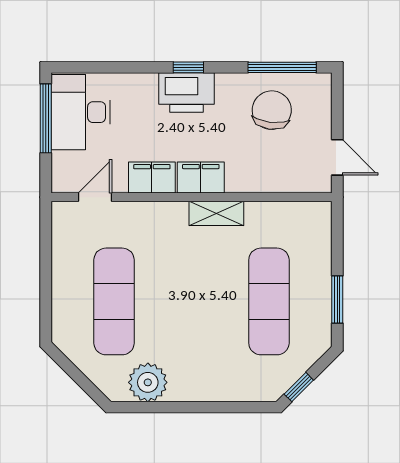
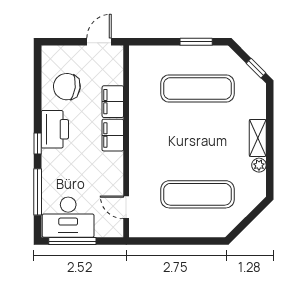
window: (282, 67) -> (38, 192), moved
printer: (186, 93) -> (55, 129), moved
filing cabinet: (152, 178) -> (113, 102), moved
shelving: (216, 213) -> (258, 138), moved
plant: (148, 382) -> (259, 165), width x0.53, depth x0.53

